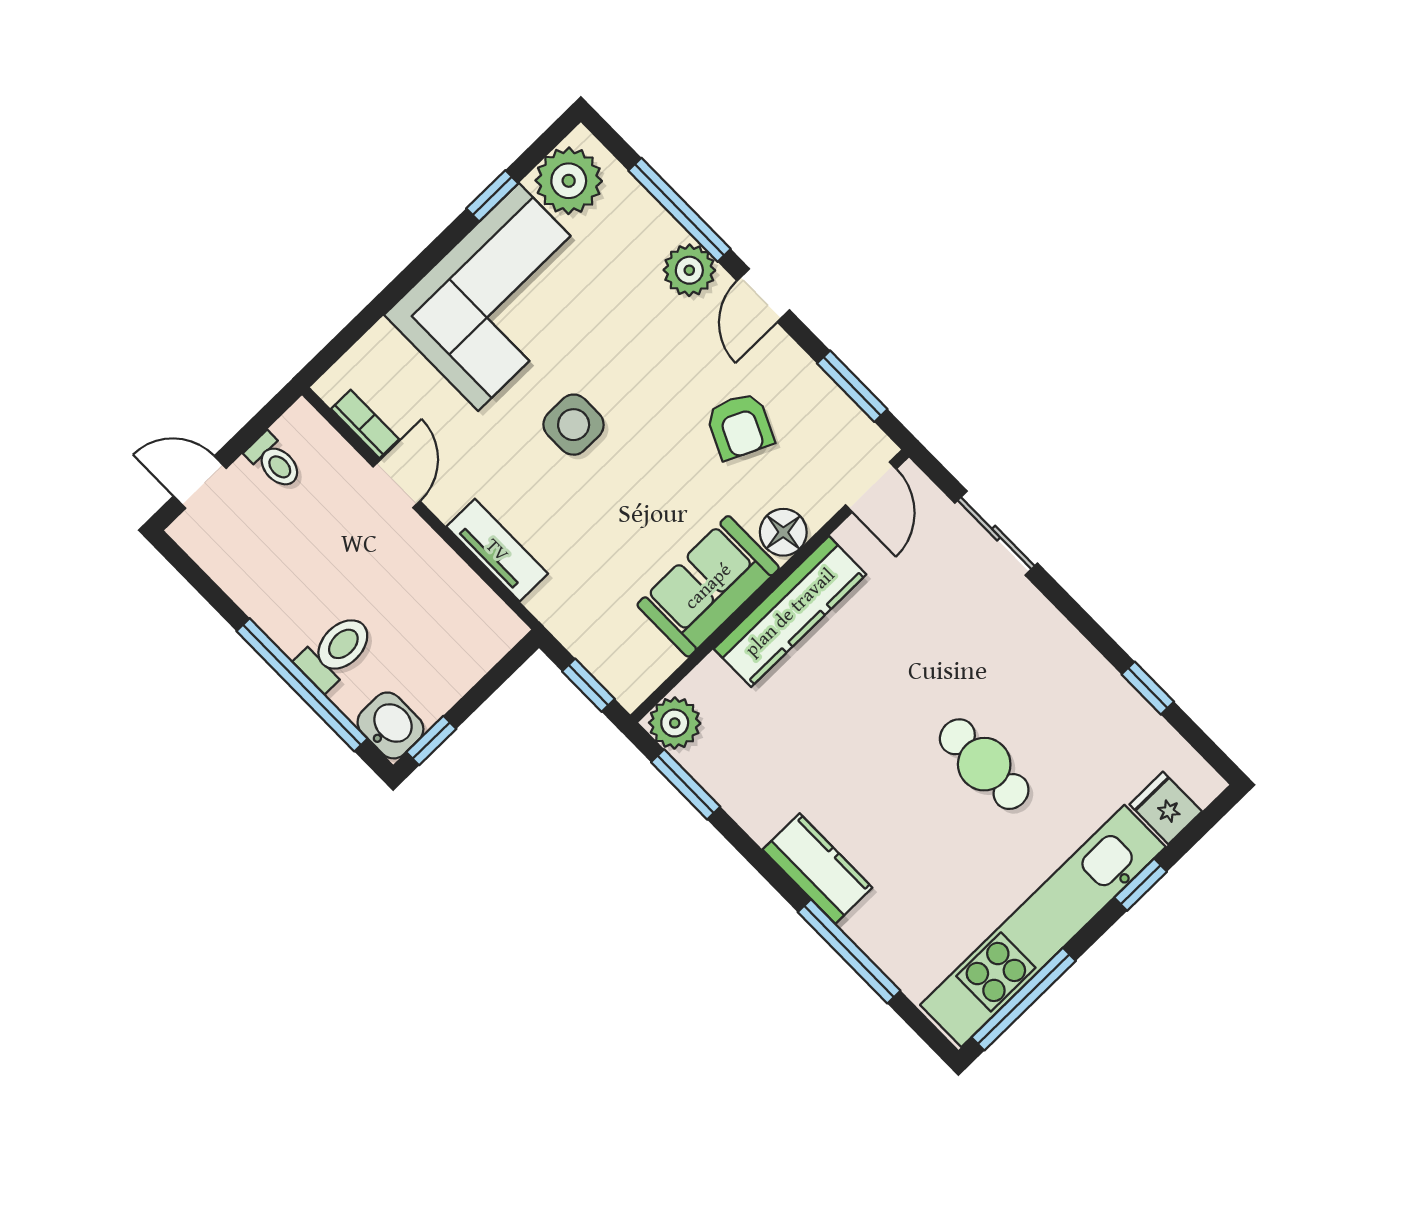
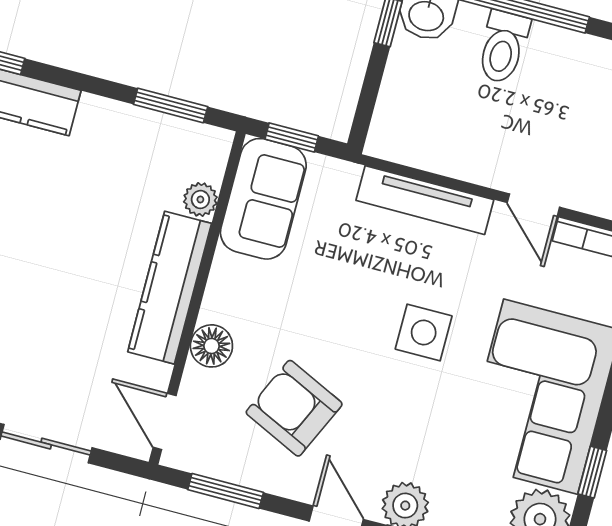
armchair: (740, 426) -> (294, 408), width x1.38, depth x1.38
tv unit: (497, 550) -> (425, 200), width x1.41
sofa: (708, 586) -> (263, 199), moved
plant: (675, 723) -> (200, 200), moved, width x0.73, depth x0.73

